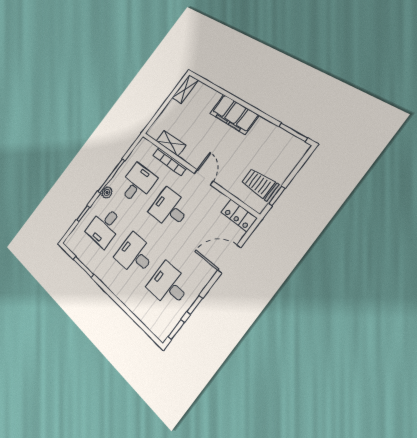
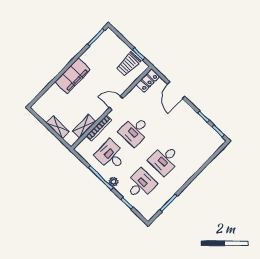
shelving: (185, 89) -> (58, 127), moved
desk: (104, 227) -> (141, 184), turned -90
desk: (169, 285) -> (189, 135), removed

